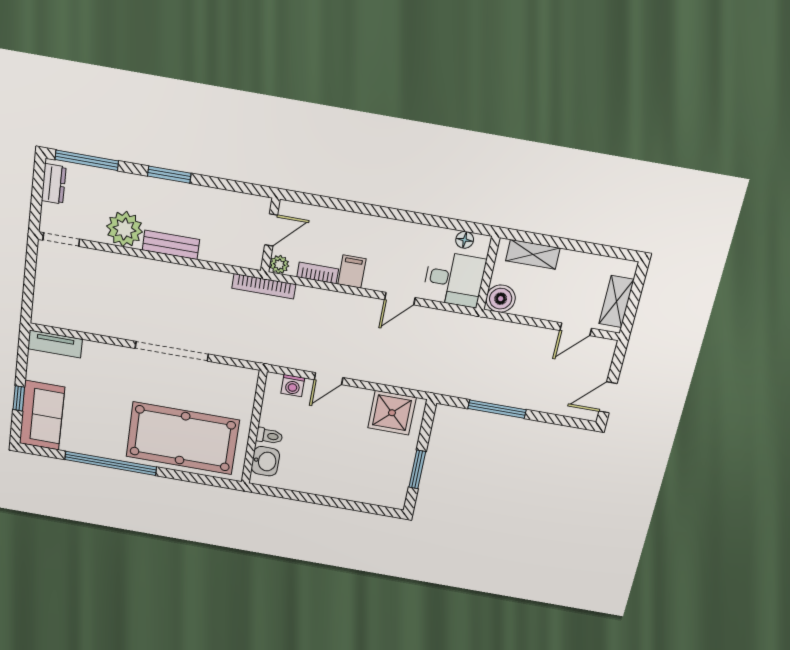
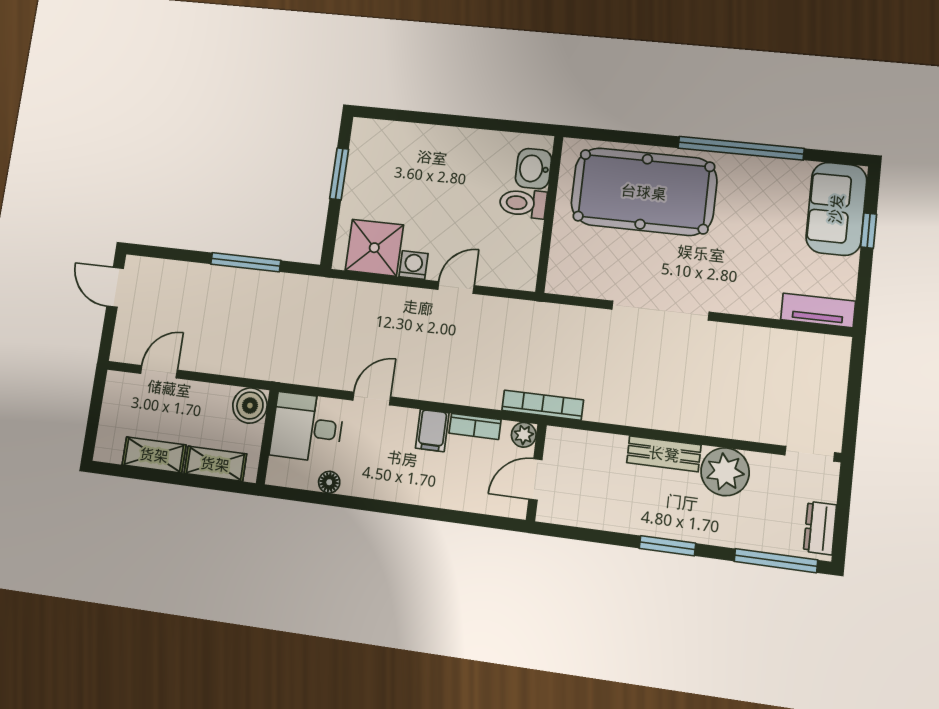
floor lamp: (465, 240) -> (329, 482), moved
shelving: (616, 302) -> (154, 455), moved, turned 90
washing machine: (293, 386) -> (413, 265), moved
door: (608, 397) -> (115, 287), swing flipped
toilet: (269, 436) -> (523, 203), width x1.37, depth x1.39

